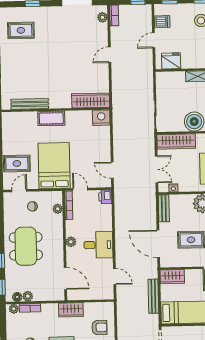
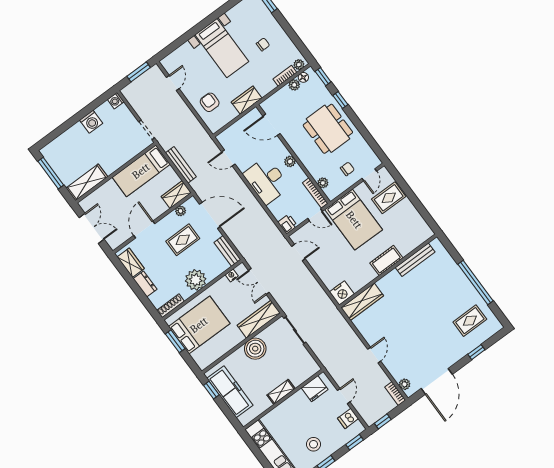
desk: (98, 245) -> (266, 181), width x1.37
plant: (178, 262) -> (181, 211), added
armchair: (99, 327) -> (210, 102), turned 90

